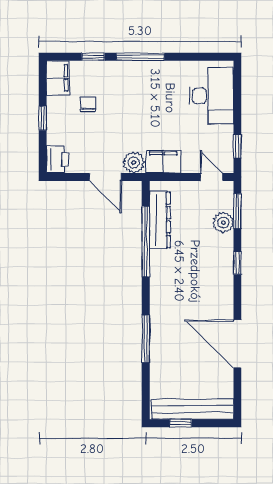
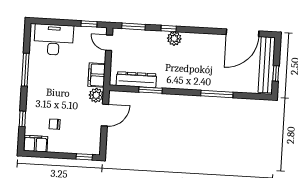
window: (140, 57) -> (25, 70), moved
window: (43, 118) -> (84, 157), moved
printer: (58, 159) -> (91, 147), removed
door: (212, 177) -> (109, 43), hinge flipped
plant: (223, 222) -> (174, 38), moved
window: (146, 242) -> (151, 90), width x0.47
door: (237, 344) -> (243, 33), moved

